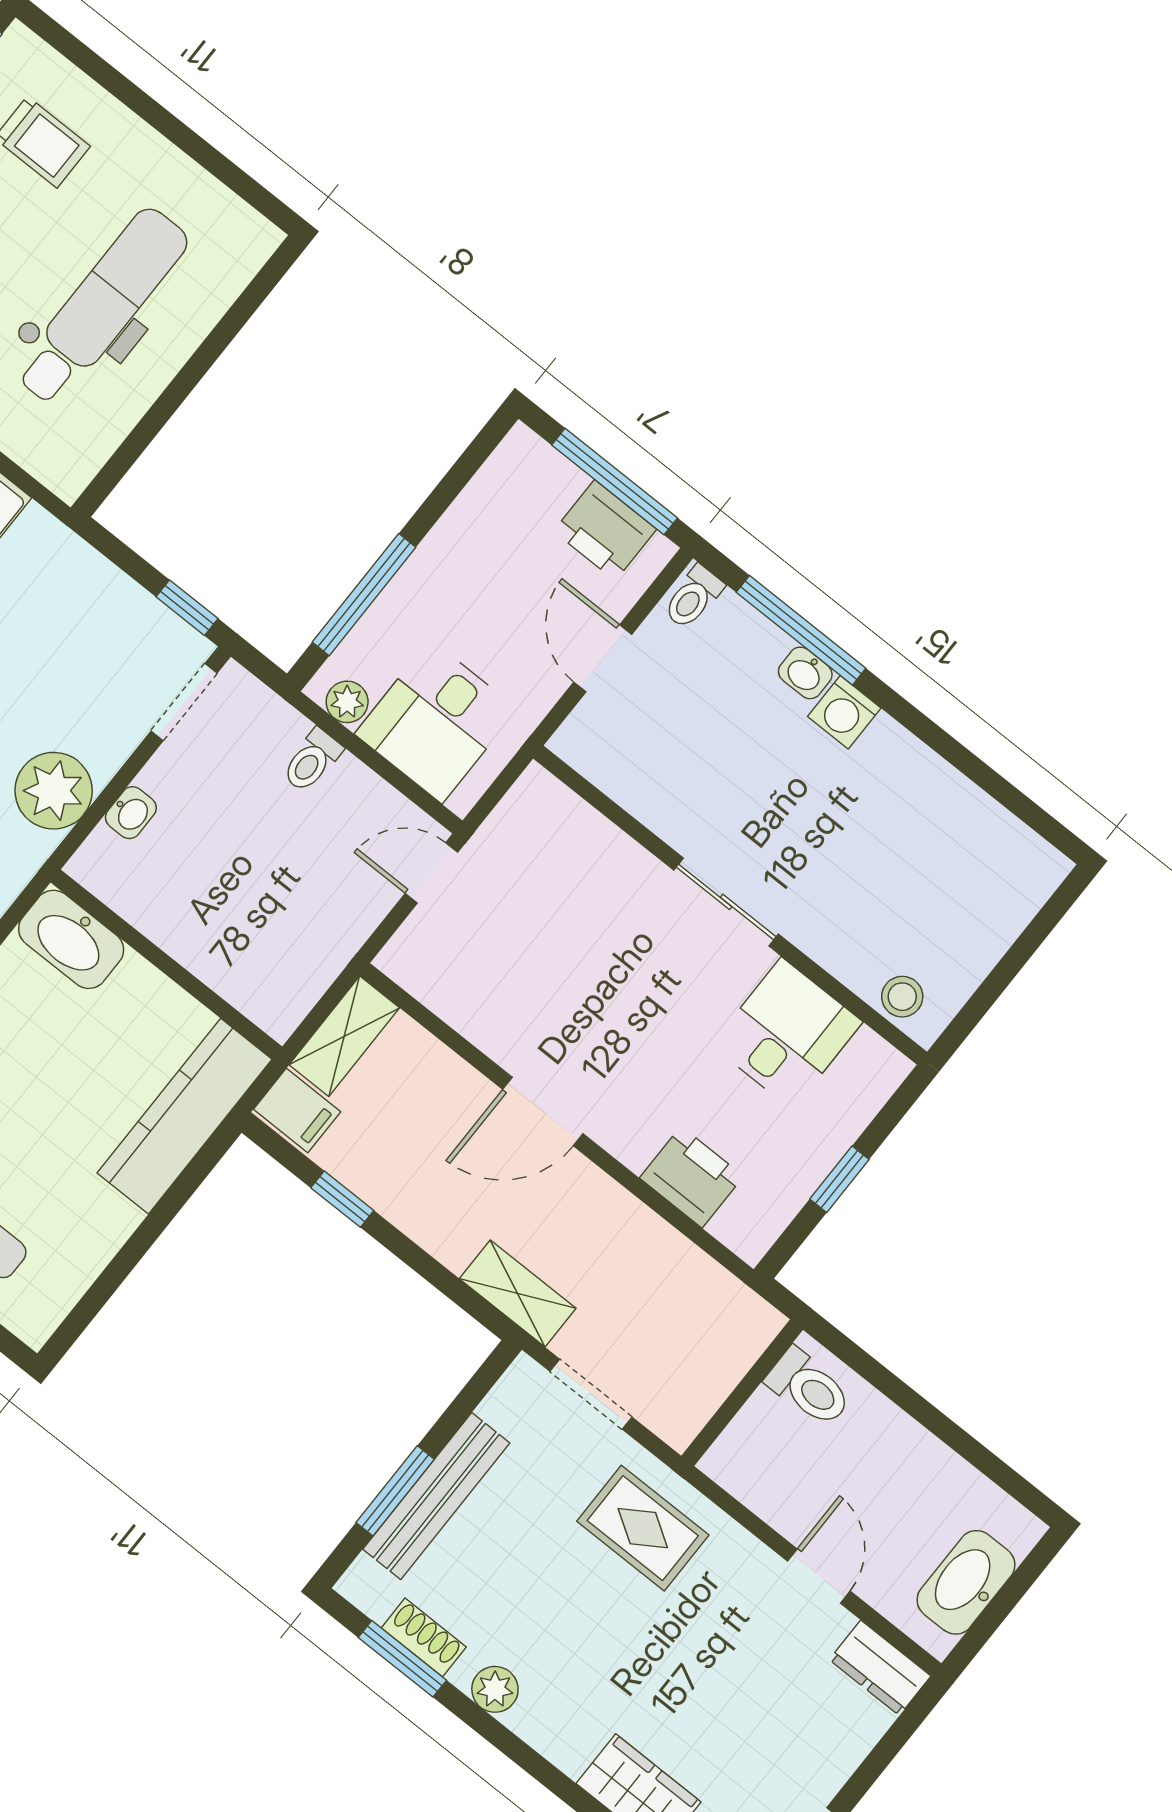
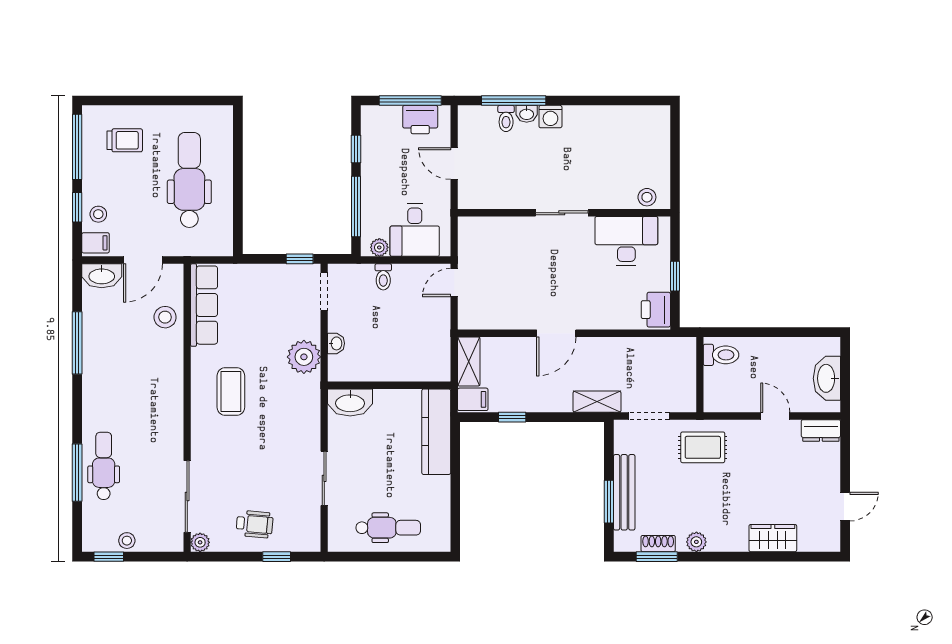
window: (447, 491) -> (356, 149), added
toilet: (693, 597) -> (506, 118), moved
desk: (787, 1033) -> (626, 241), width x1.37
printer: (692, 1177) -> (656, 310), moved, turned -90

